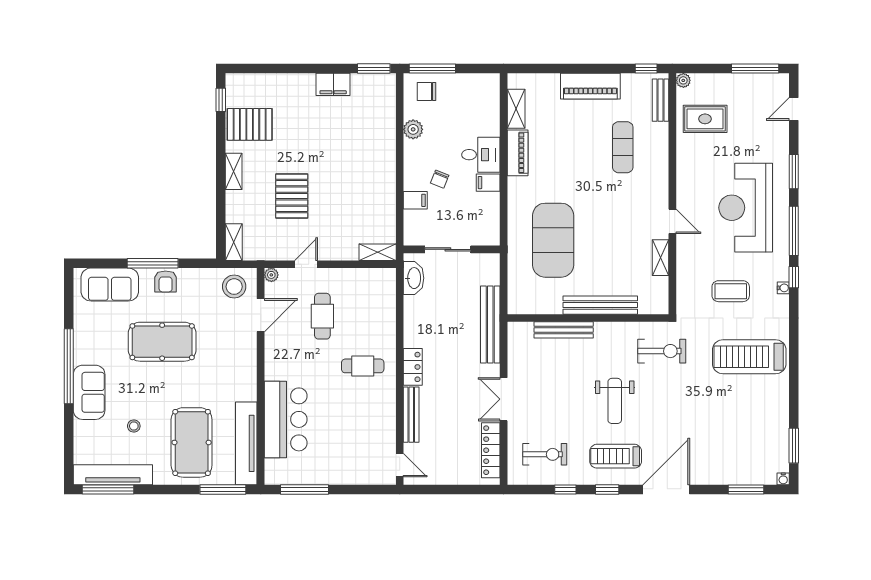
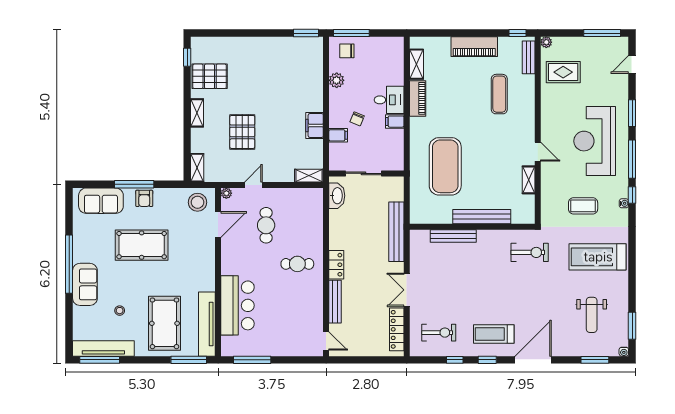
filing cabinet: (333, 84) -> (315, 125), moved, turned 90
weight bench: (615, 401) -> (592, 315), moved

